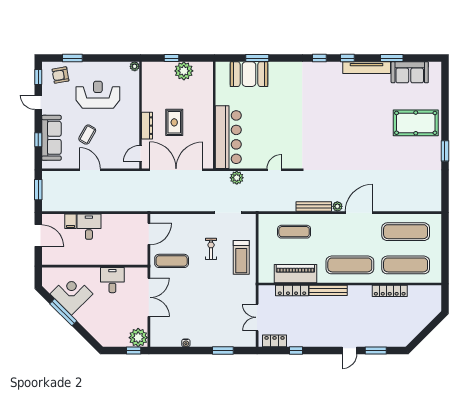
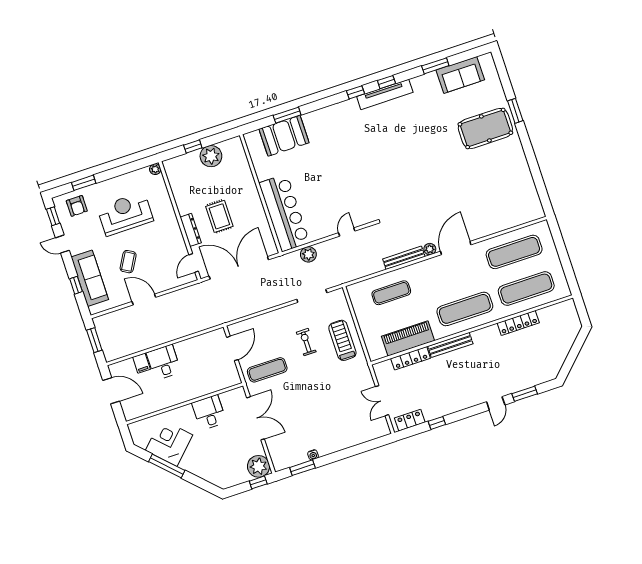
tv unit: (367, 68) -> (385, 94), moved
armchair: (60, 75) -> (77, 206), turned -80
window: (445, 151) -> (515, 111), moved
treadmill: (241, 257) -> (342, 340), turned 180
window: (223, 351) -> (302, 468), moved

